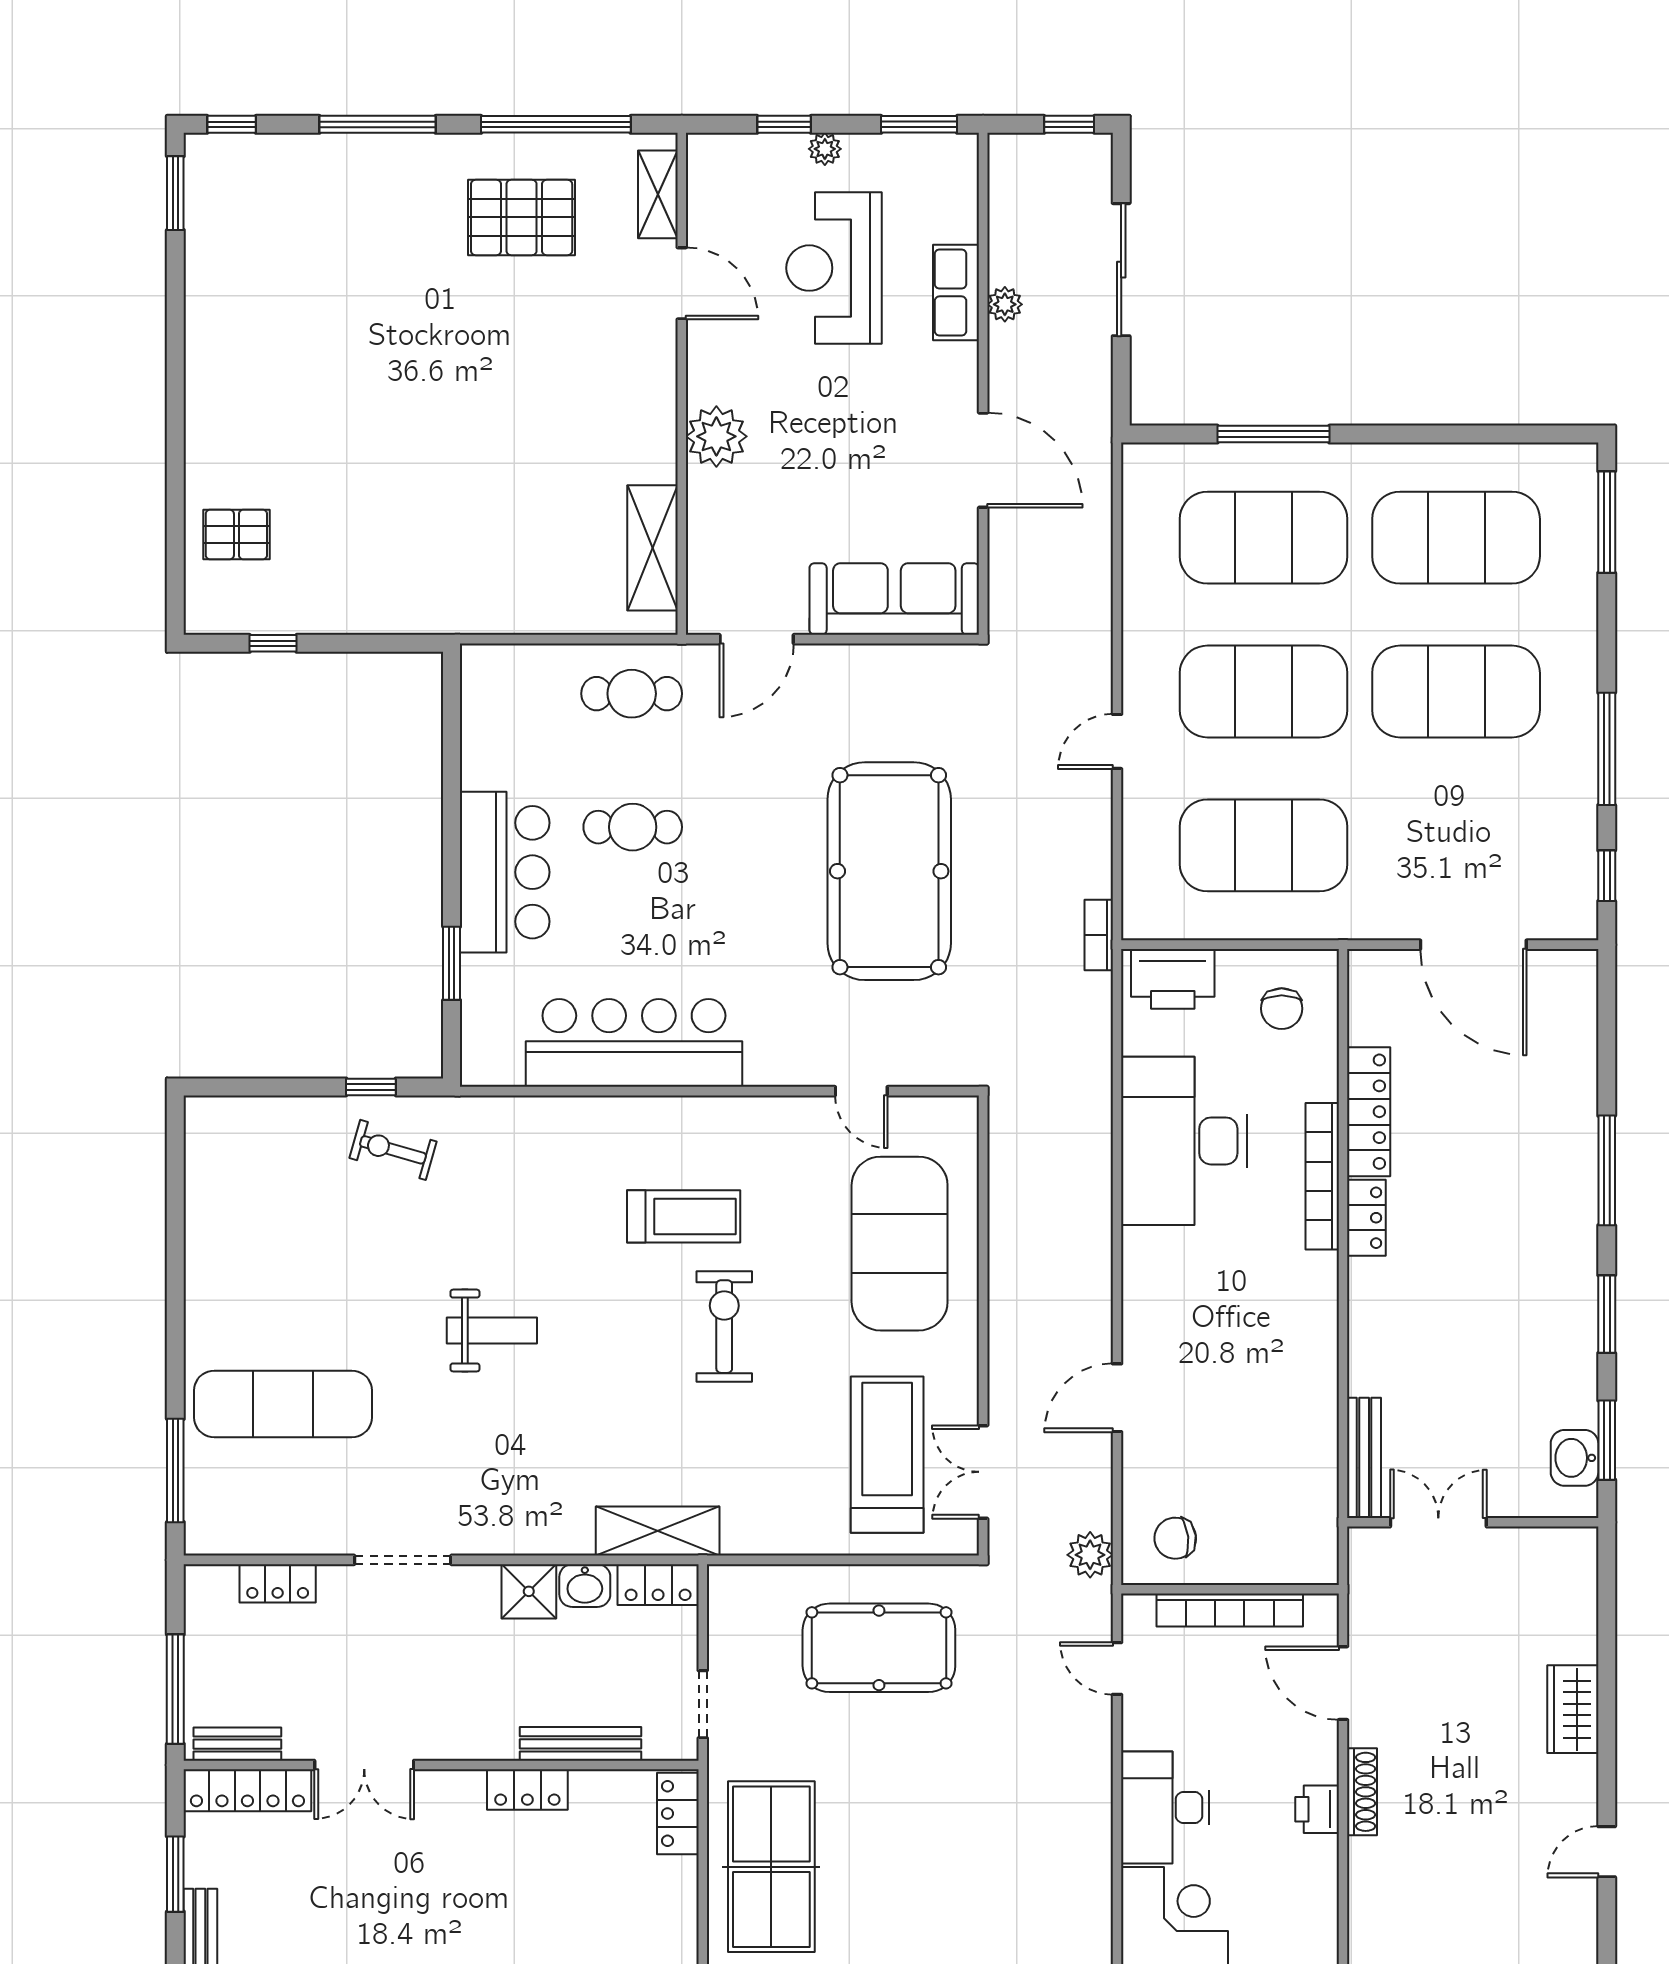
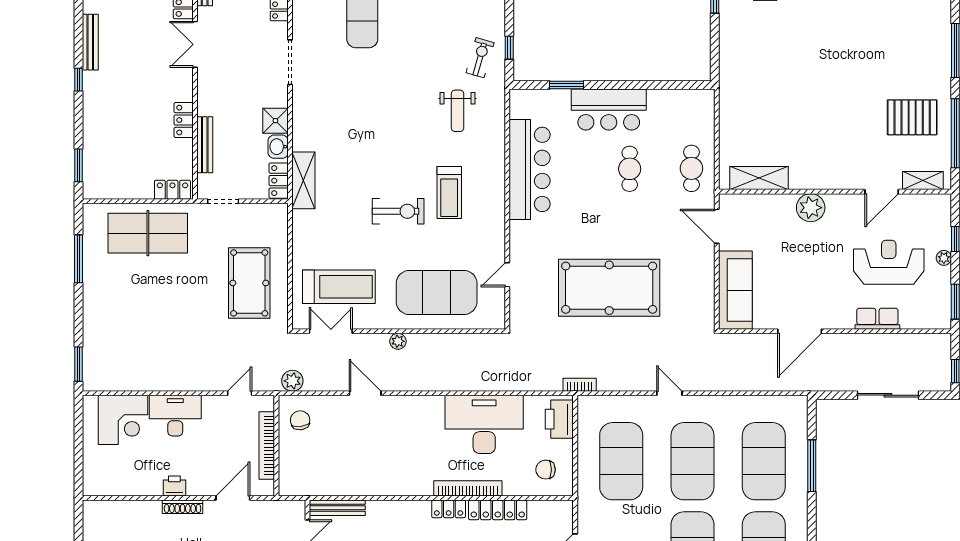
pallet: (522, 217) -> (912, 117), turned 90
plant: (1005, 304) -> (398, 341), moved
weight bench: (492, 1331) -> (457, 111), moved

